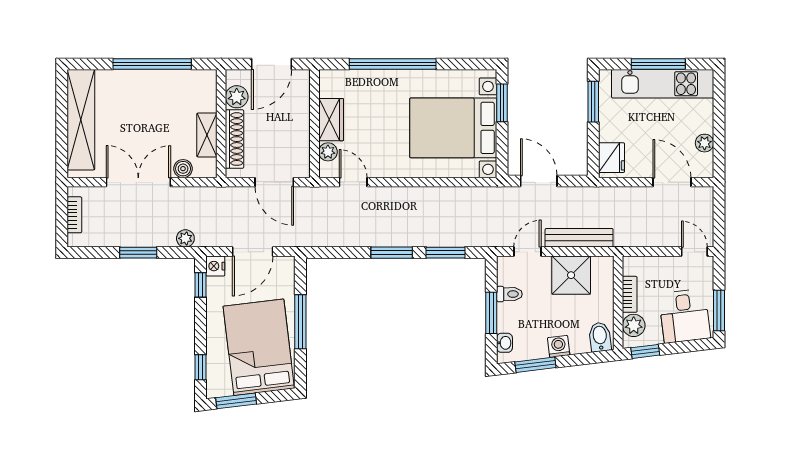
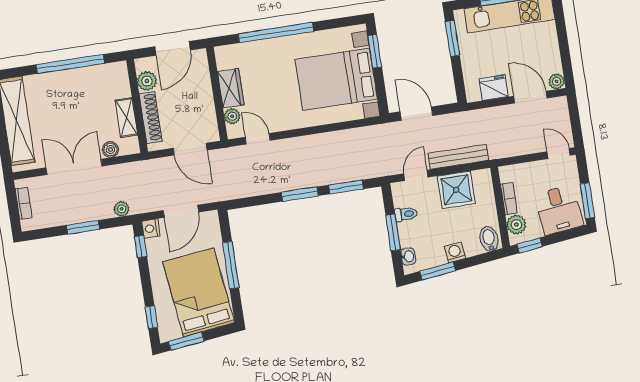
plant: (705, 143) -> (556, 81), moved
fridge: (612, 158) -> (494, 88), moved, turned -90

